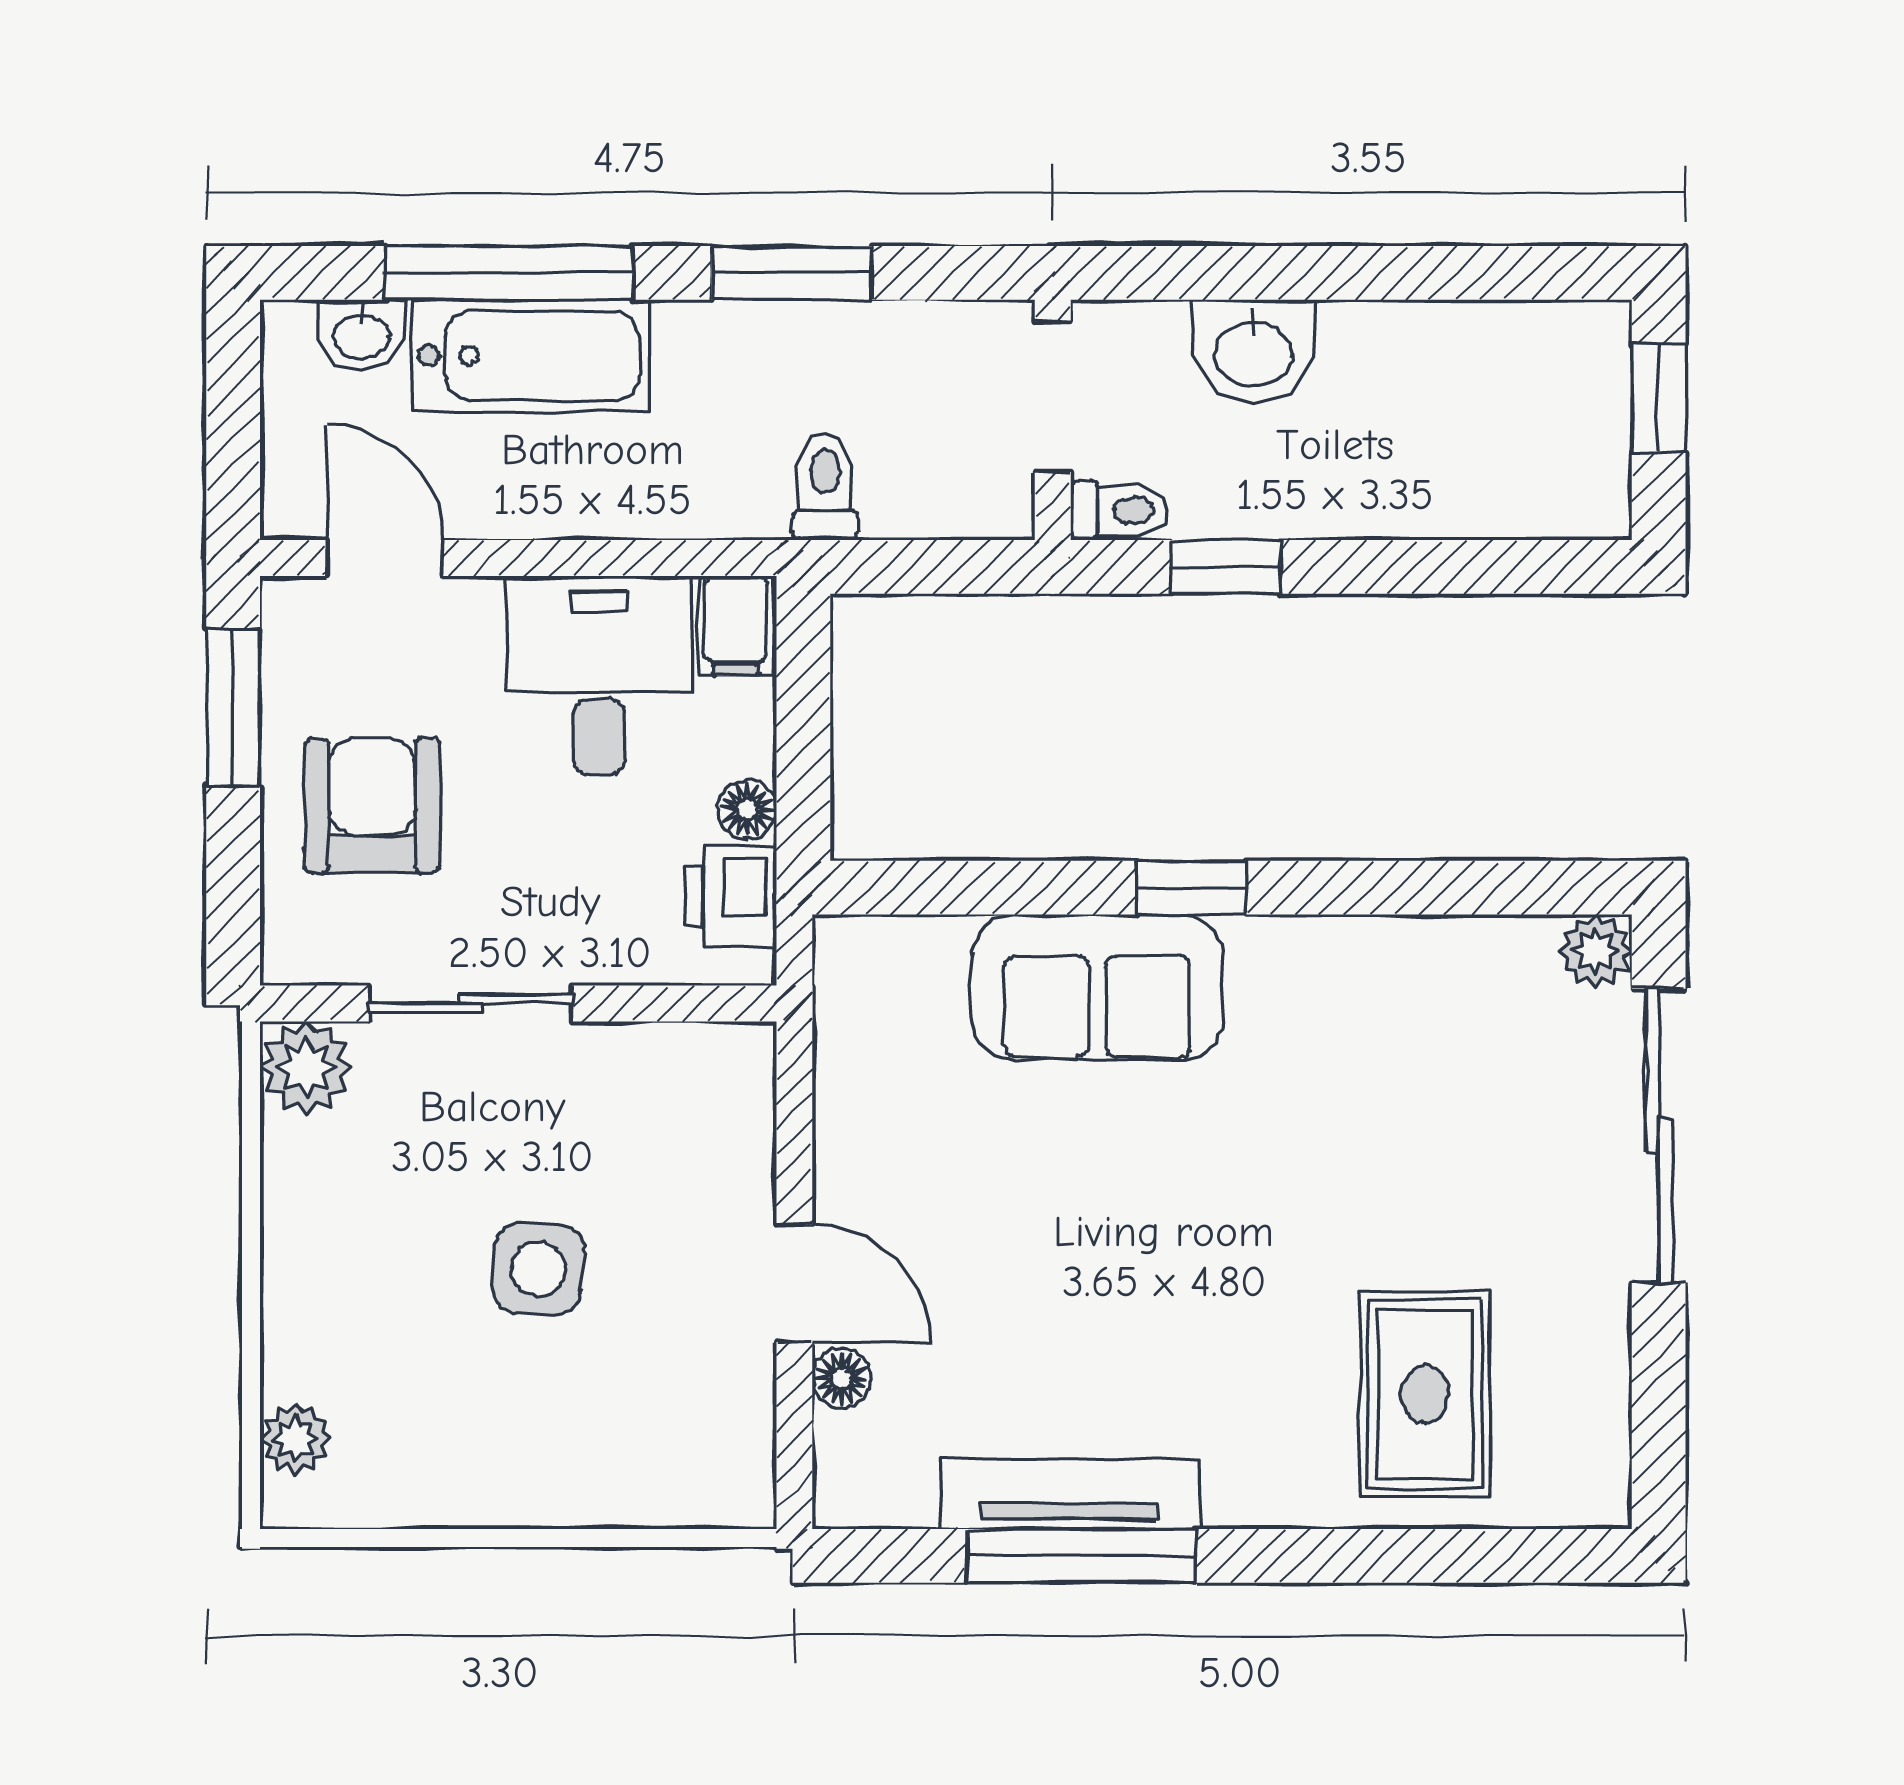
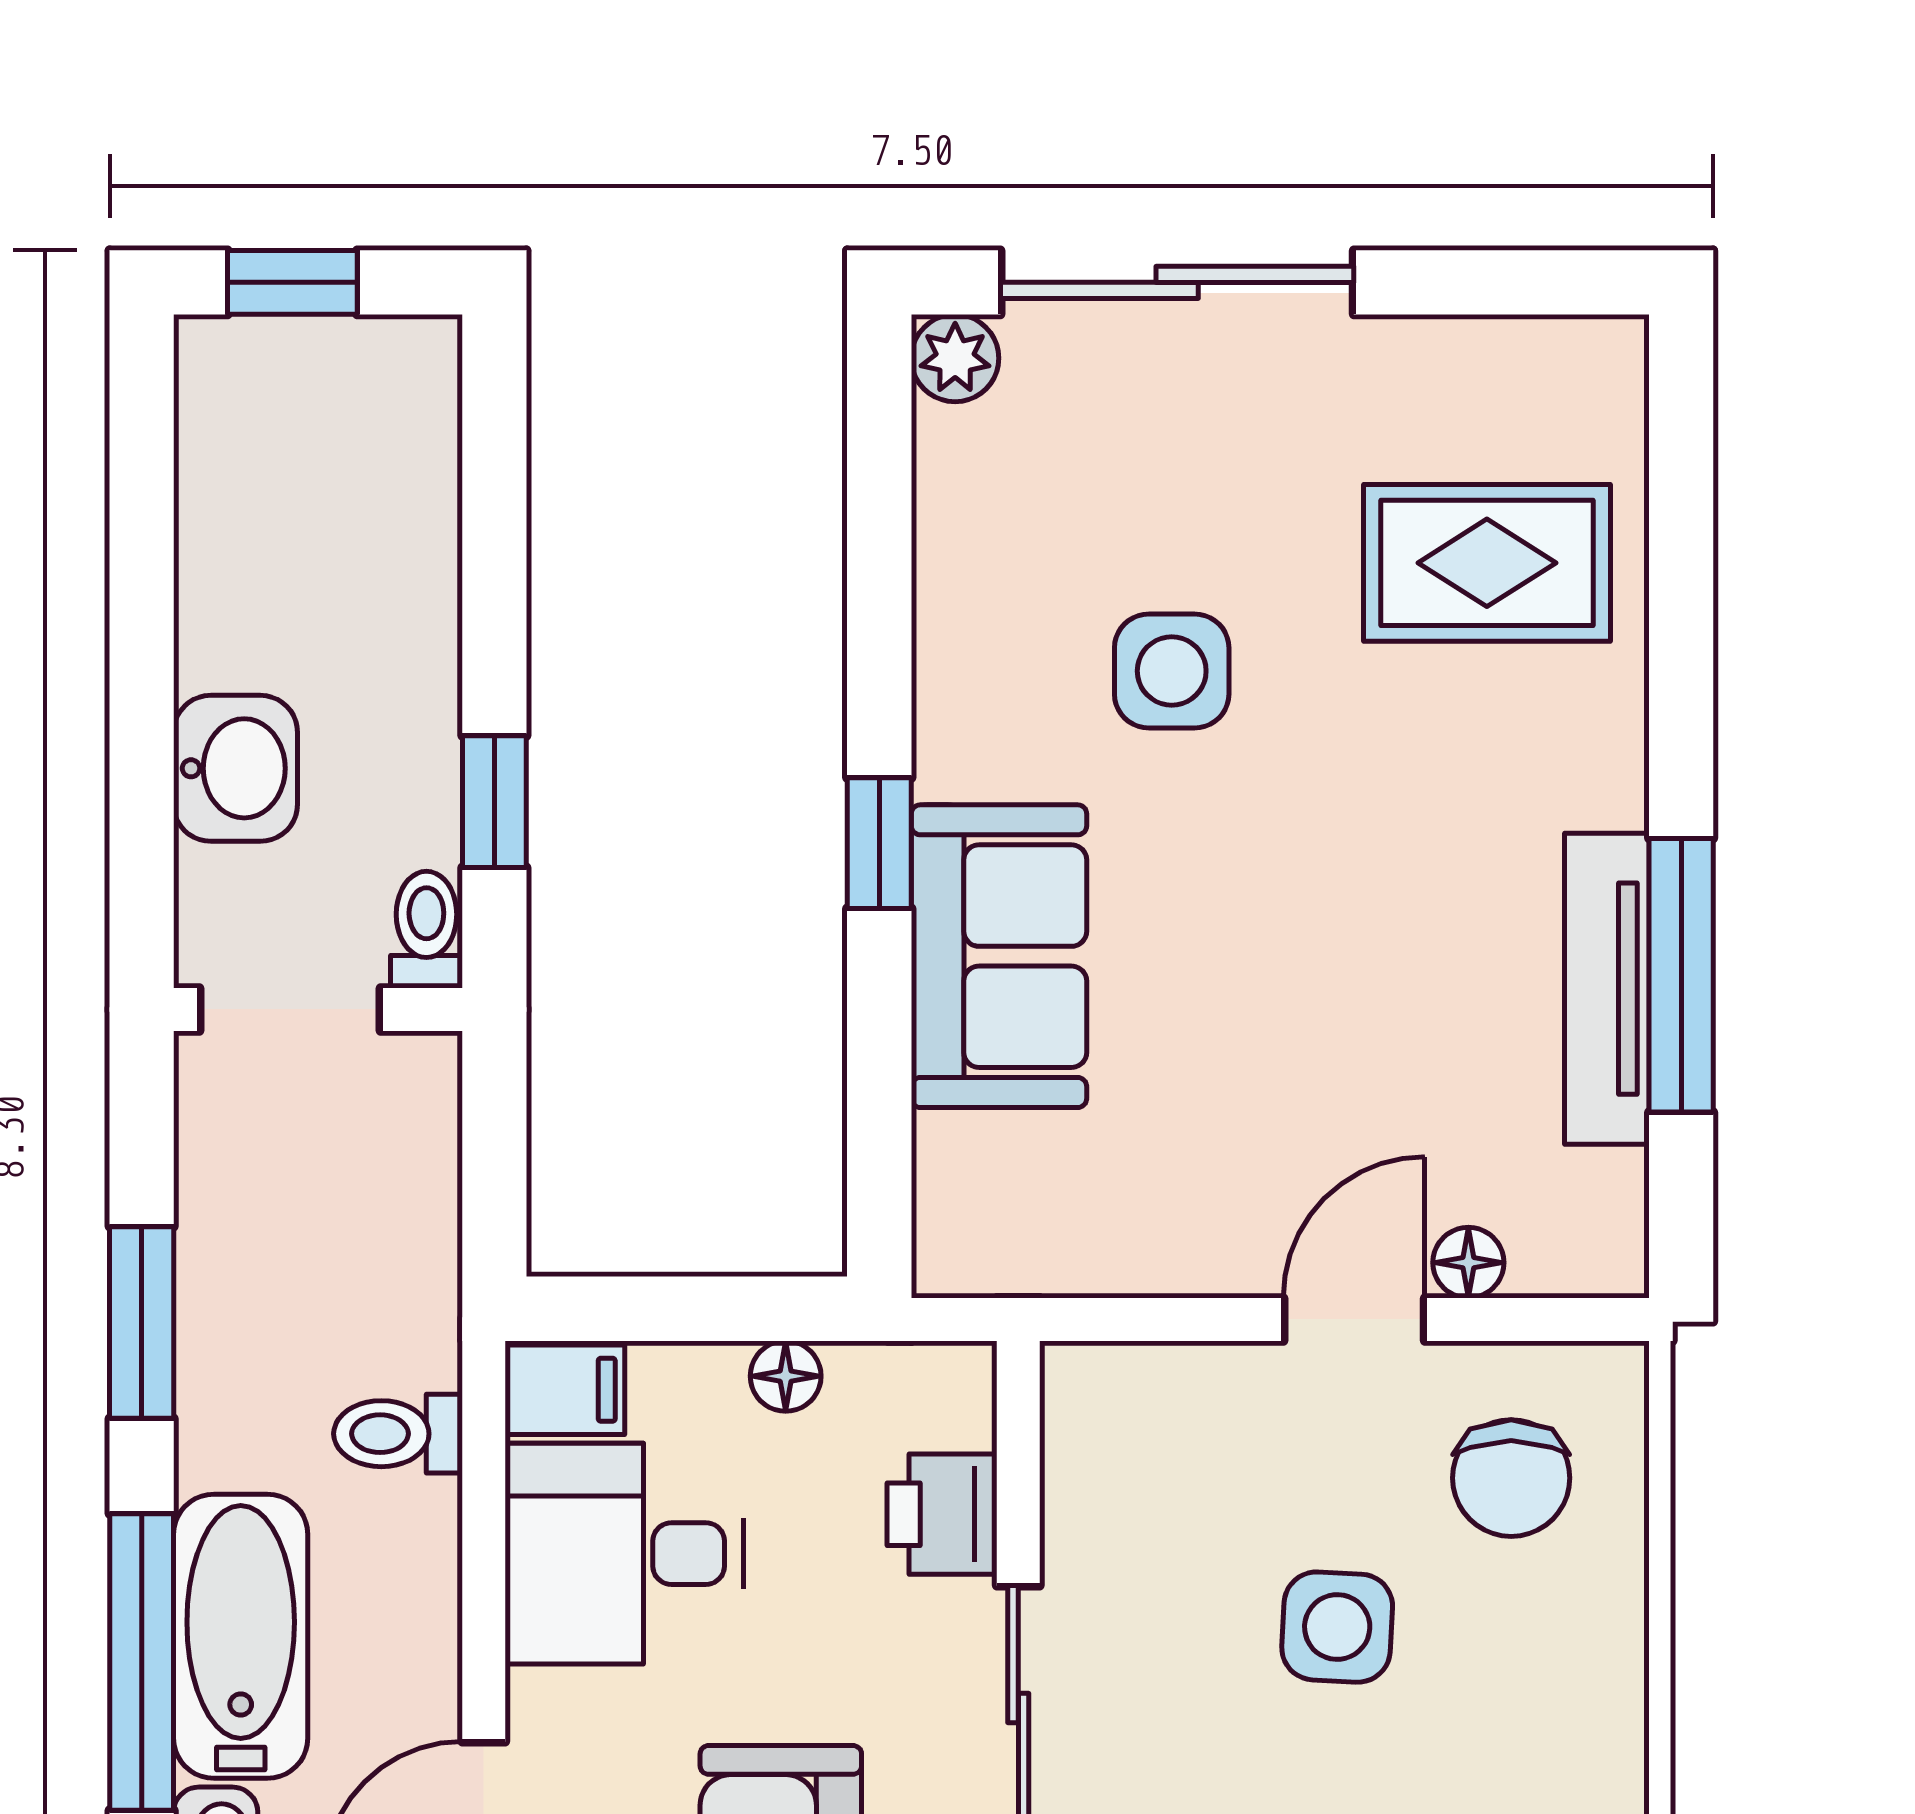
toilet: (825, 487) -> (398, 1434), moved
printer: (731, 896) -> (942, 1514), moved, turned 90
side table: (1335, 1131) -> (1172, 671), added
chair: (662, 1414) -> (1511, 1478), added

